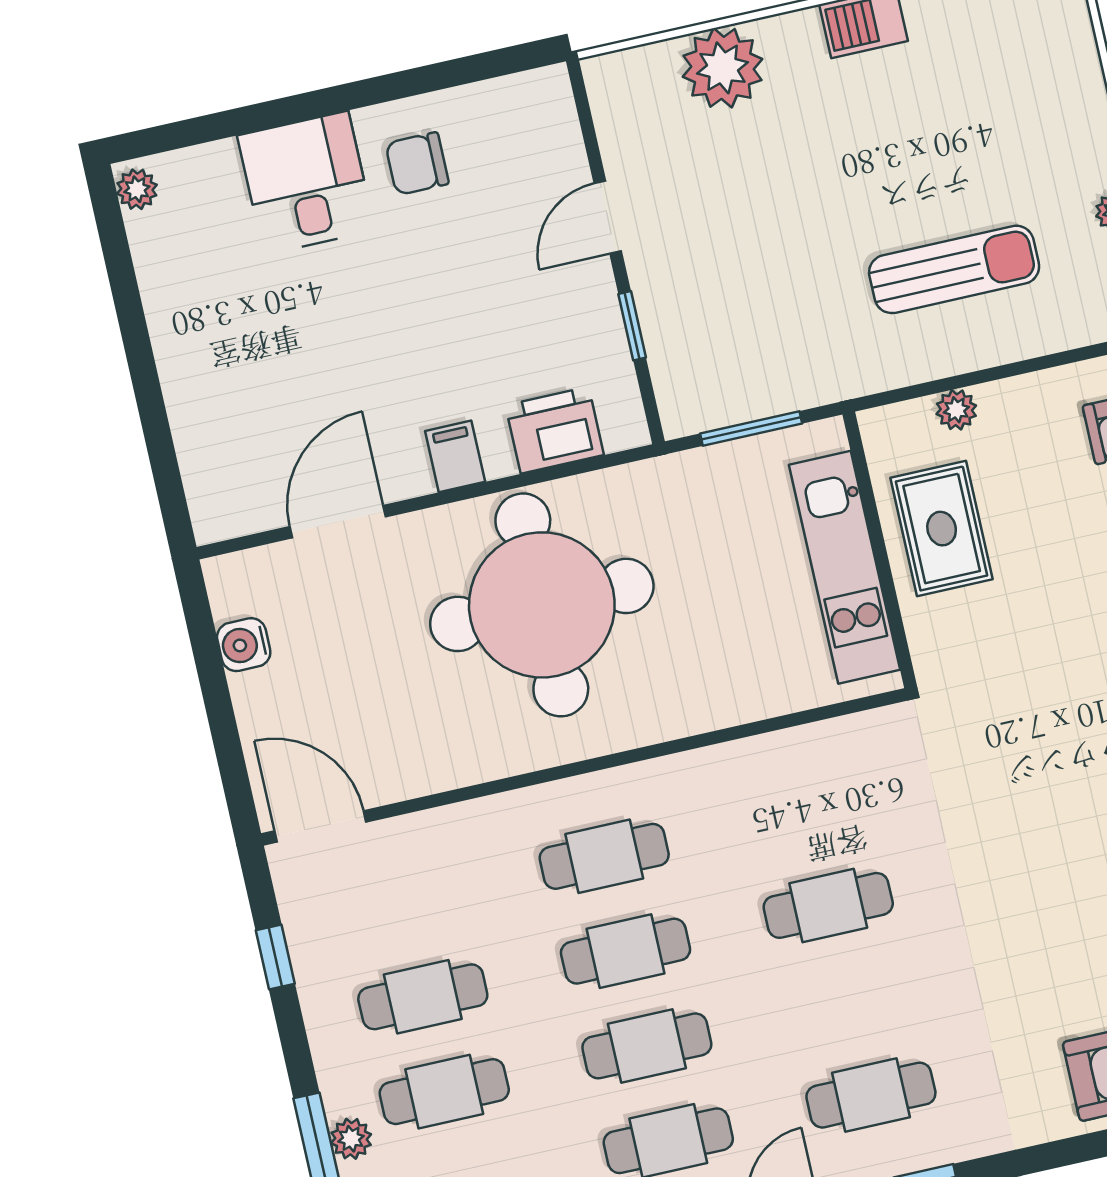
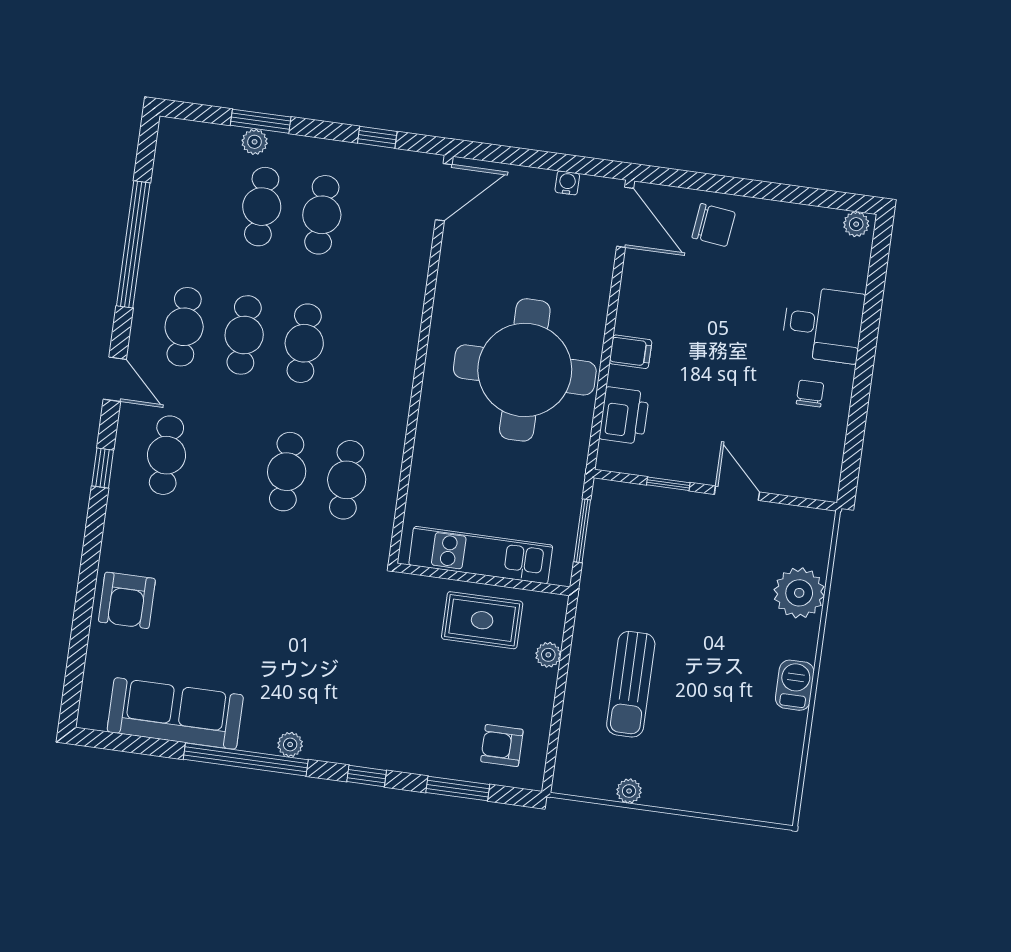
chair: (417, 164) -> (810, 393), width x0.73, depth x0.73
chair: (218, 403) -> (714, 225), added
door: (338, 522) -> (625, 217), moved
water cooler: (244, 645) -> (567, 183), width x0.72, depth x0.72
cafe table: (604, 856) -> (347, 480), moved

